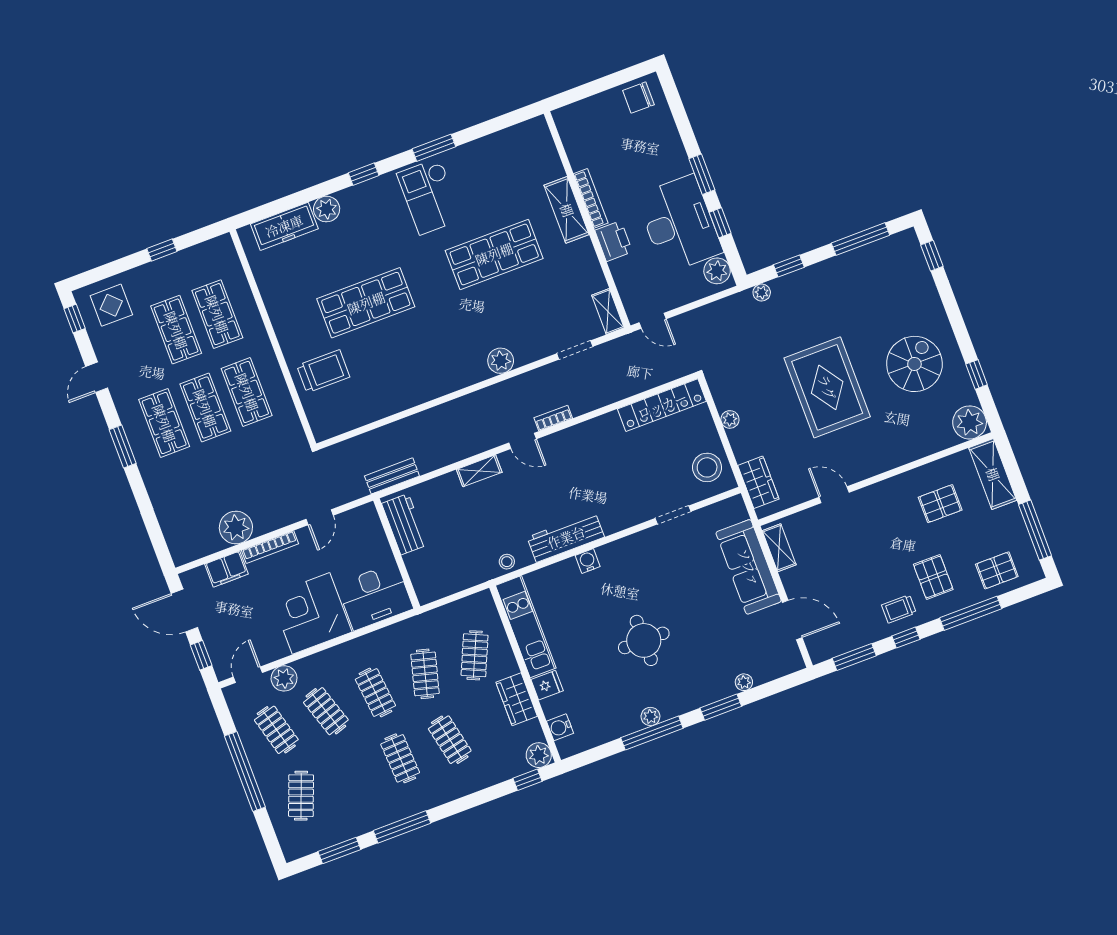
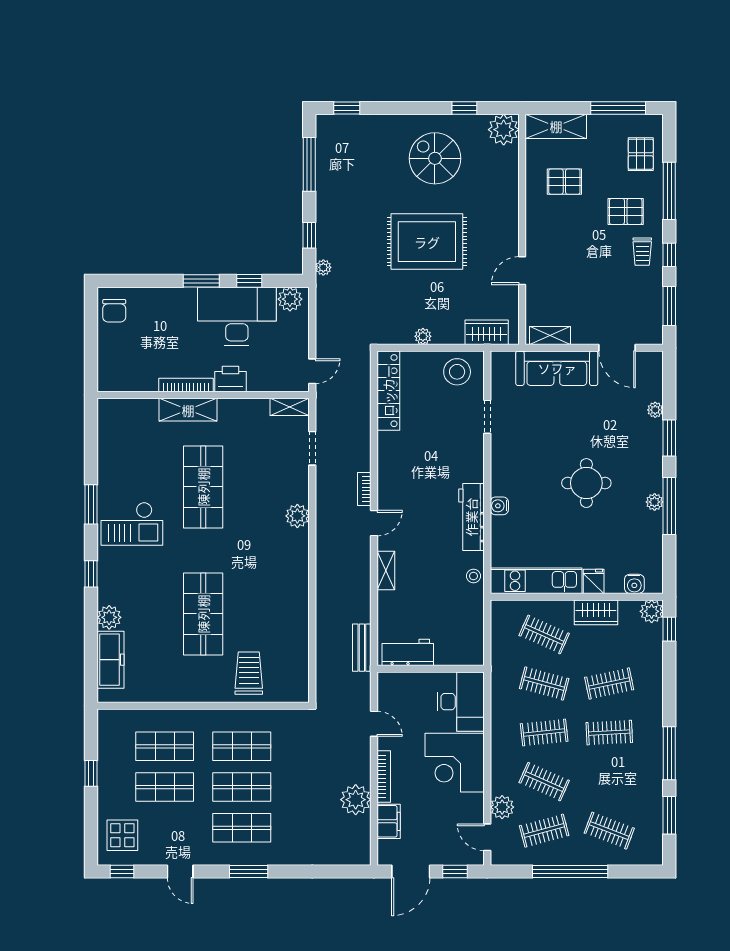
pallet: (940, 504) -> (564, 182), turned 90
door: (792, 620) -> (617, 348), swing flipped
clothes rail: (326, 711) -> (544, 782), turned 42

